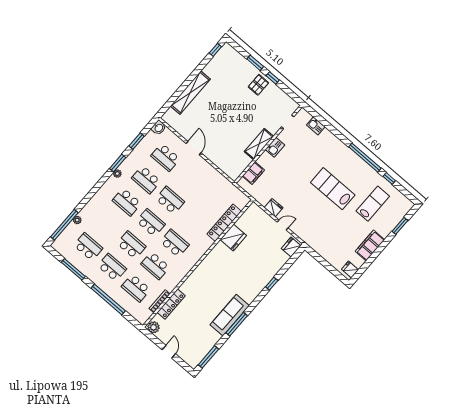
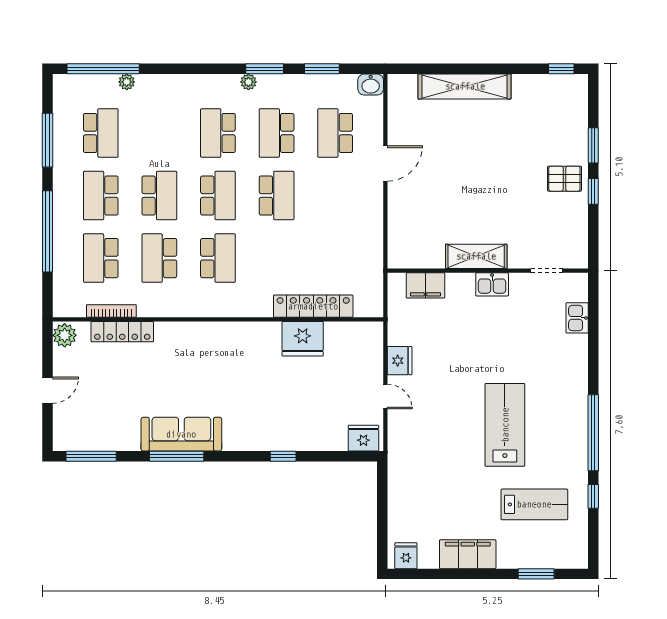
school desk: (112, 267) -> (101, 196), turned 180

